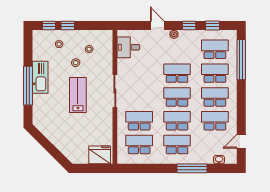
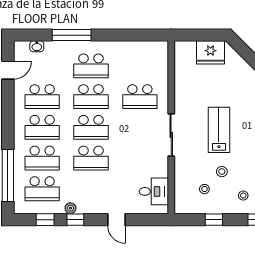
window: (68, 25) -> (214, 220), moved
plant: (174, 34) -> (70, 208), moved
lab bench: (78, 95) -> (219, 130), turned 180
school desk: (139, 144) -> (140, 66), removed
fridge: (100, 155) -> (210, 52), moved

